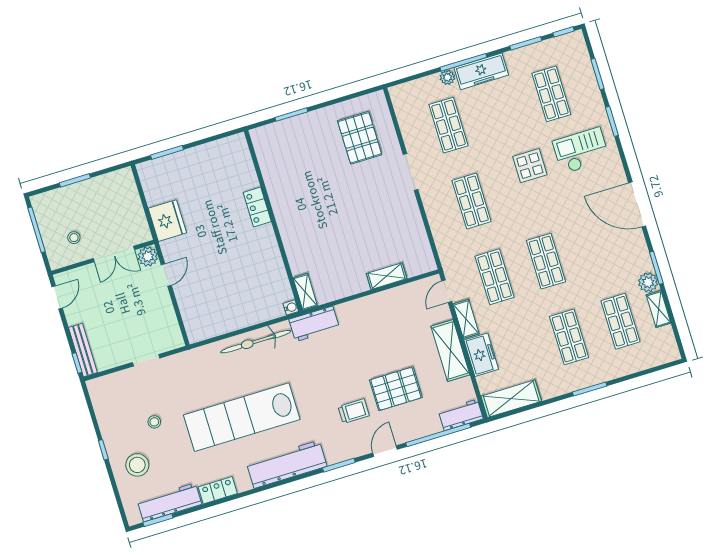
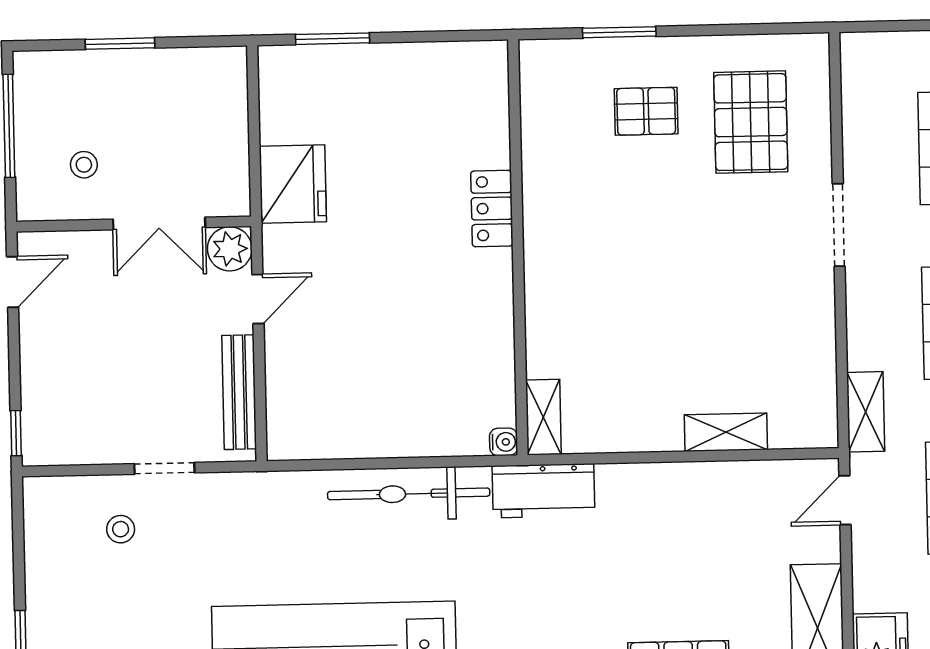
pallet: (313, 146) -> (646, 111), added
shelving: (466, 319) -> (866, 412), moved
bench: (83, 350) -> (239, 392), moved
stool: (154, 422) -> (121, 529), moved

